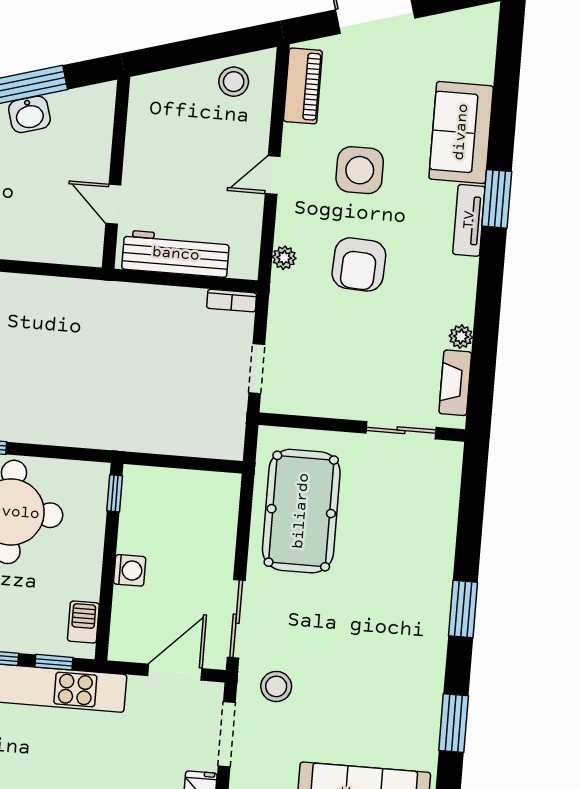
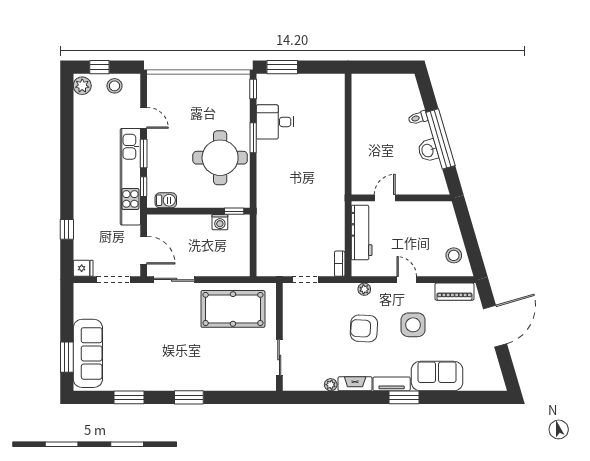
fireplace: (455, 383) -> (355, 384), moved
washing machine: (130, 570) -> (220, 222), moved
stool: (276, 686) -> (141, 303), removed

